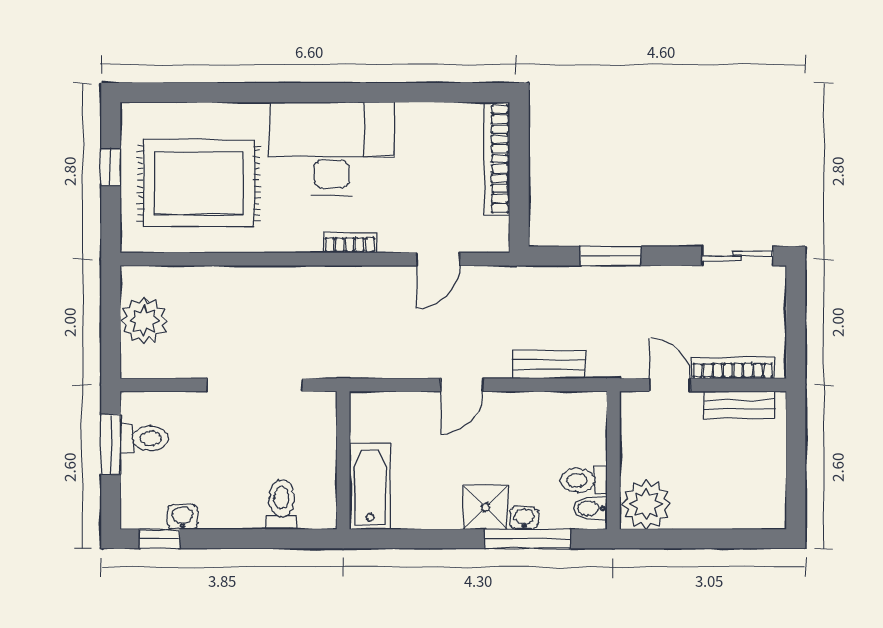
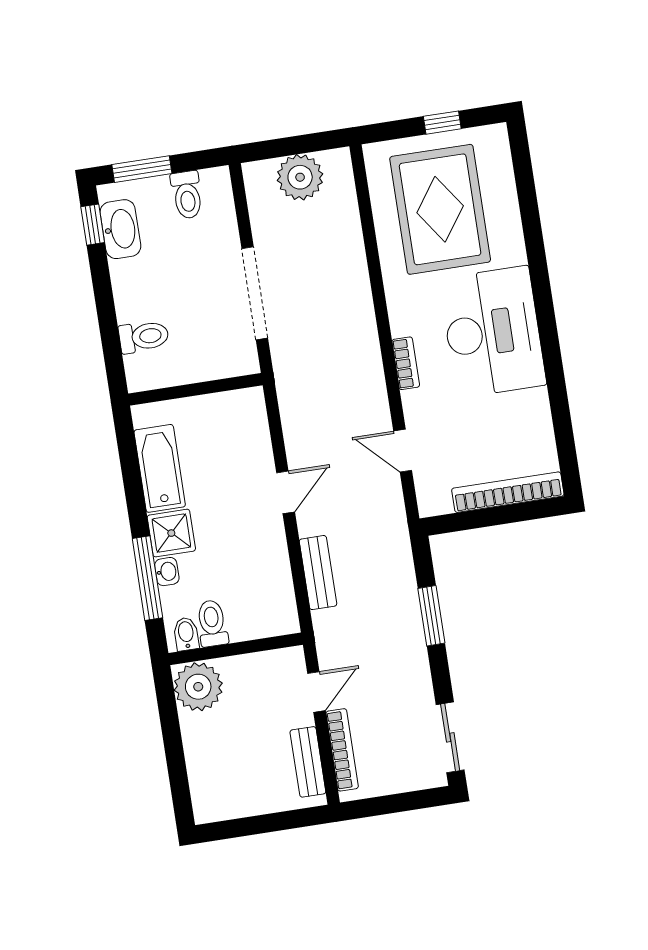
door: (462, 385) -> (286, 492), swing flipped
window: (111, 444) -> (142, 169), moved
bathtub: (370, 486) -> (160, 468), moved, turned -90
washbasin: (183, 517) -> (120, 229), width x1.91, depth x1.45

